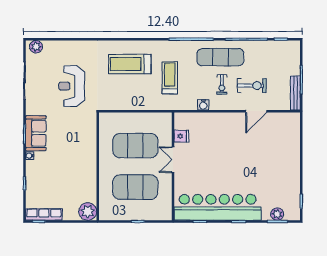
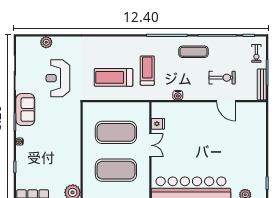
plant: (36, 47) -> (46, 42), moved
exercise mat: (220, 57) -> (193, 52), width x0.73, depth x0.69
treadmill: (130, 64) -> (113, 77), moved
exercise bike: (222, 84) -> (256, 53), moved
door: (256, 111) -> (226, 101), hinge flipped
sofa: (36, 133) -> (25, 110), moved
double door: (173, 160) -> (150, 145), swing flipped

